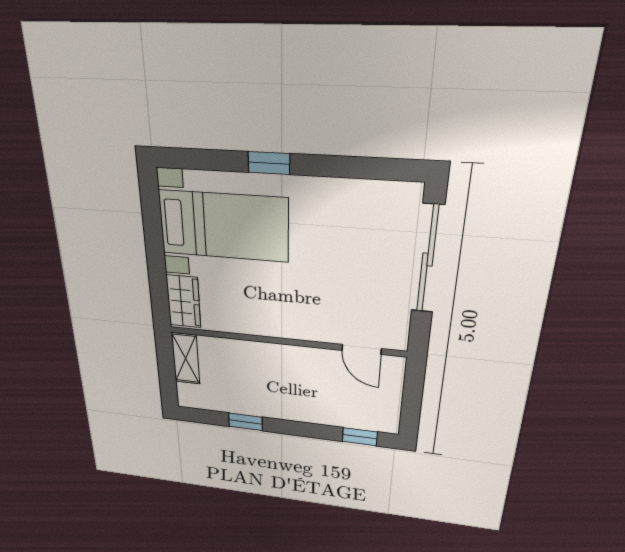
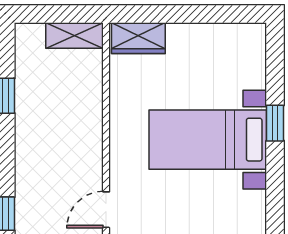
bed with nightstands: (223, 226) -> (208, 140), moved, turned 90

